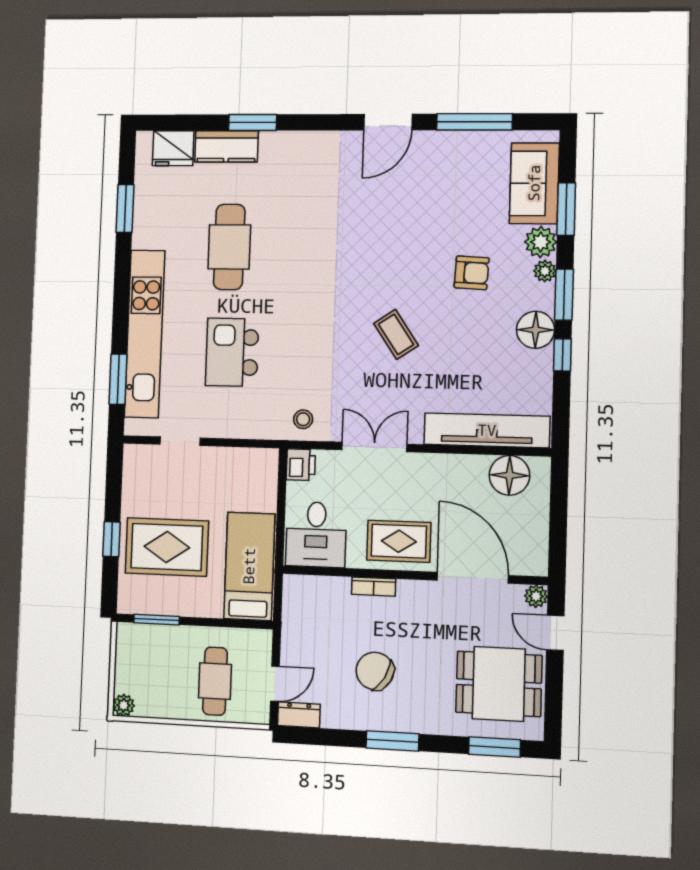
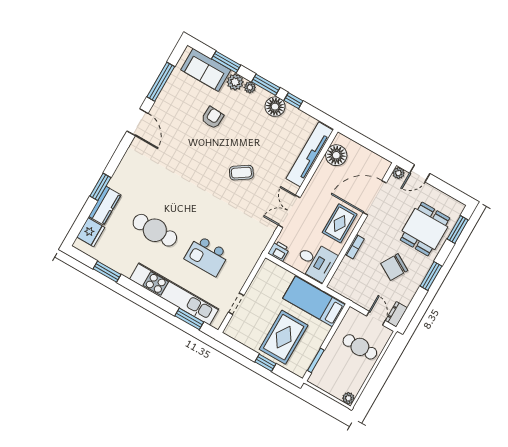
armchair: (472, 273) -> (213, 118), moved
stool: (303, 419) -> (258, 238), removed
dining table: (499, 684) -> (425, 229), moved

